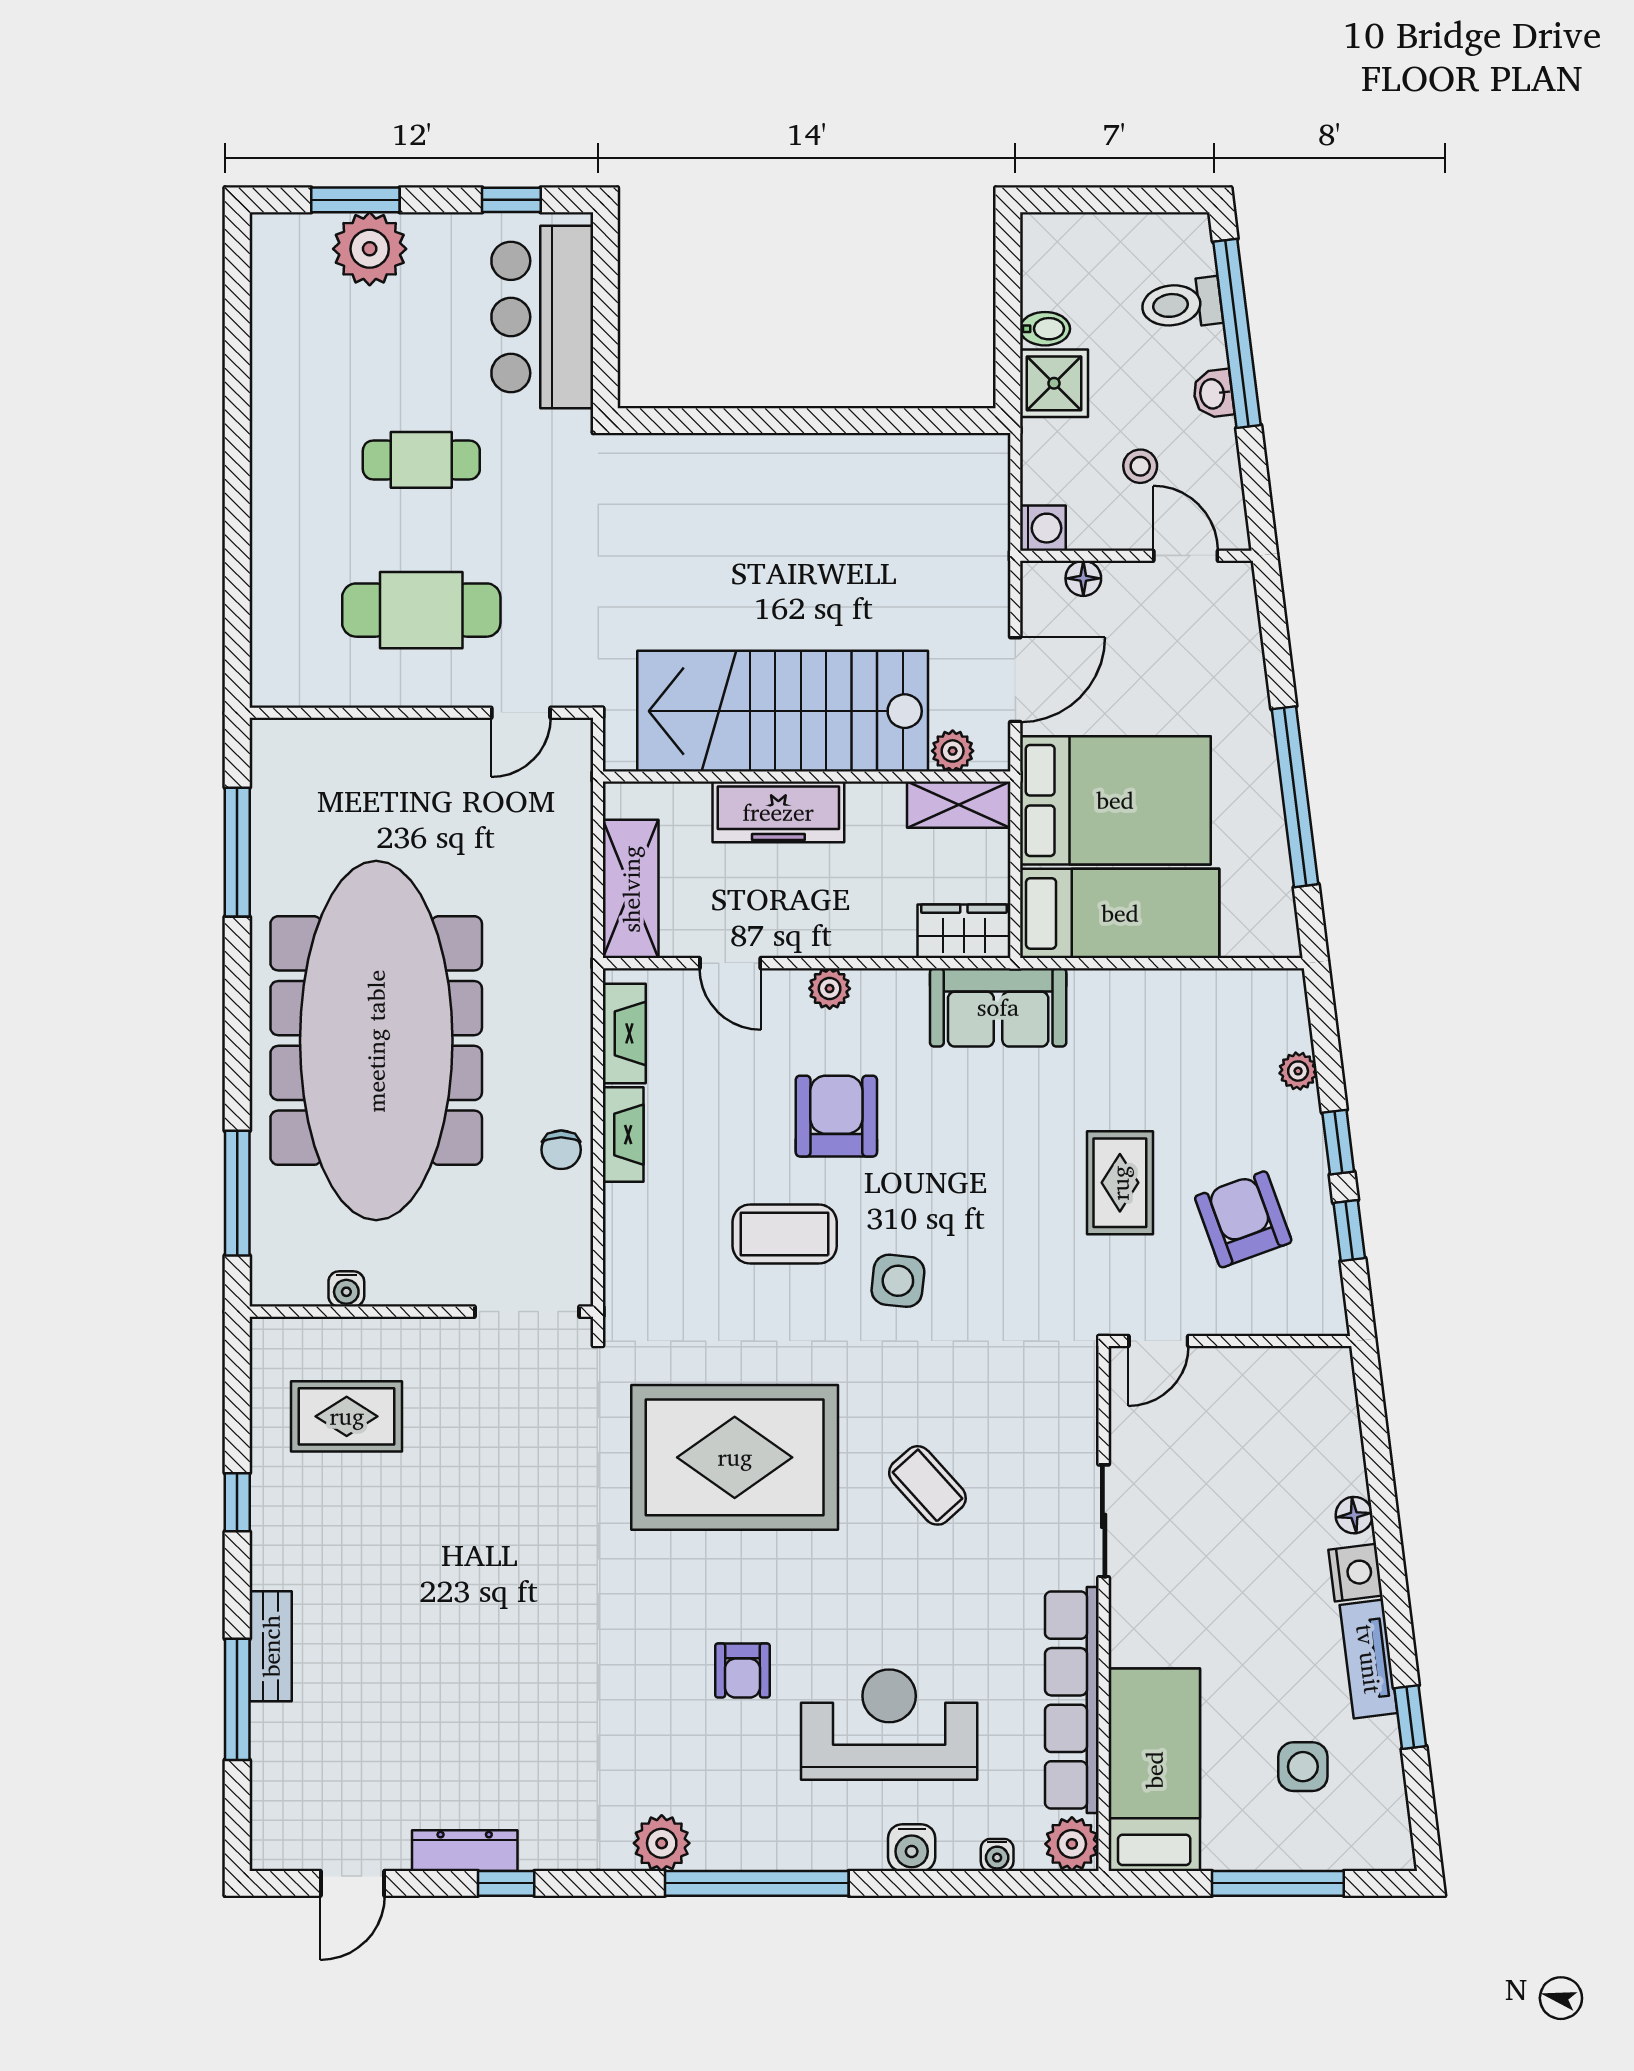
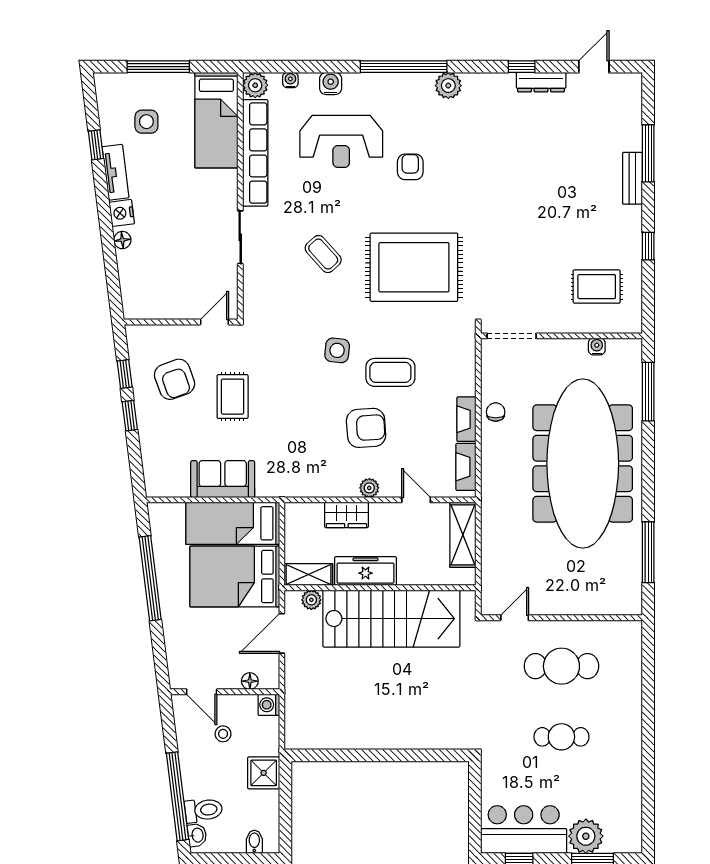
bar counter: (542, 317) -> (524, 830), moved, turned -90
bidet: (1045, 329) -> (254, 842), moved, turned 90
washbasin: (1213, 394) -> (197, 835), moved
freezer: (778, 812) -> (365, 571), moved
wardrobe: (964, 931) -> (346, 515), moved
sofa: (998, 1007) -> (223, 479), moved
plant: (1298, 1071) -> (149, 449), removed
armchair: (836, 1116) -> (366, 428), turned -94

